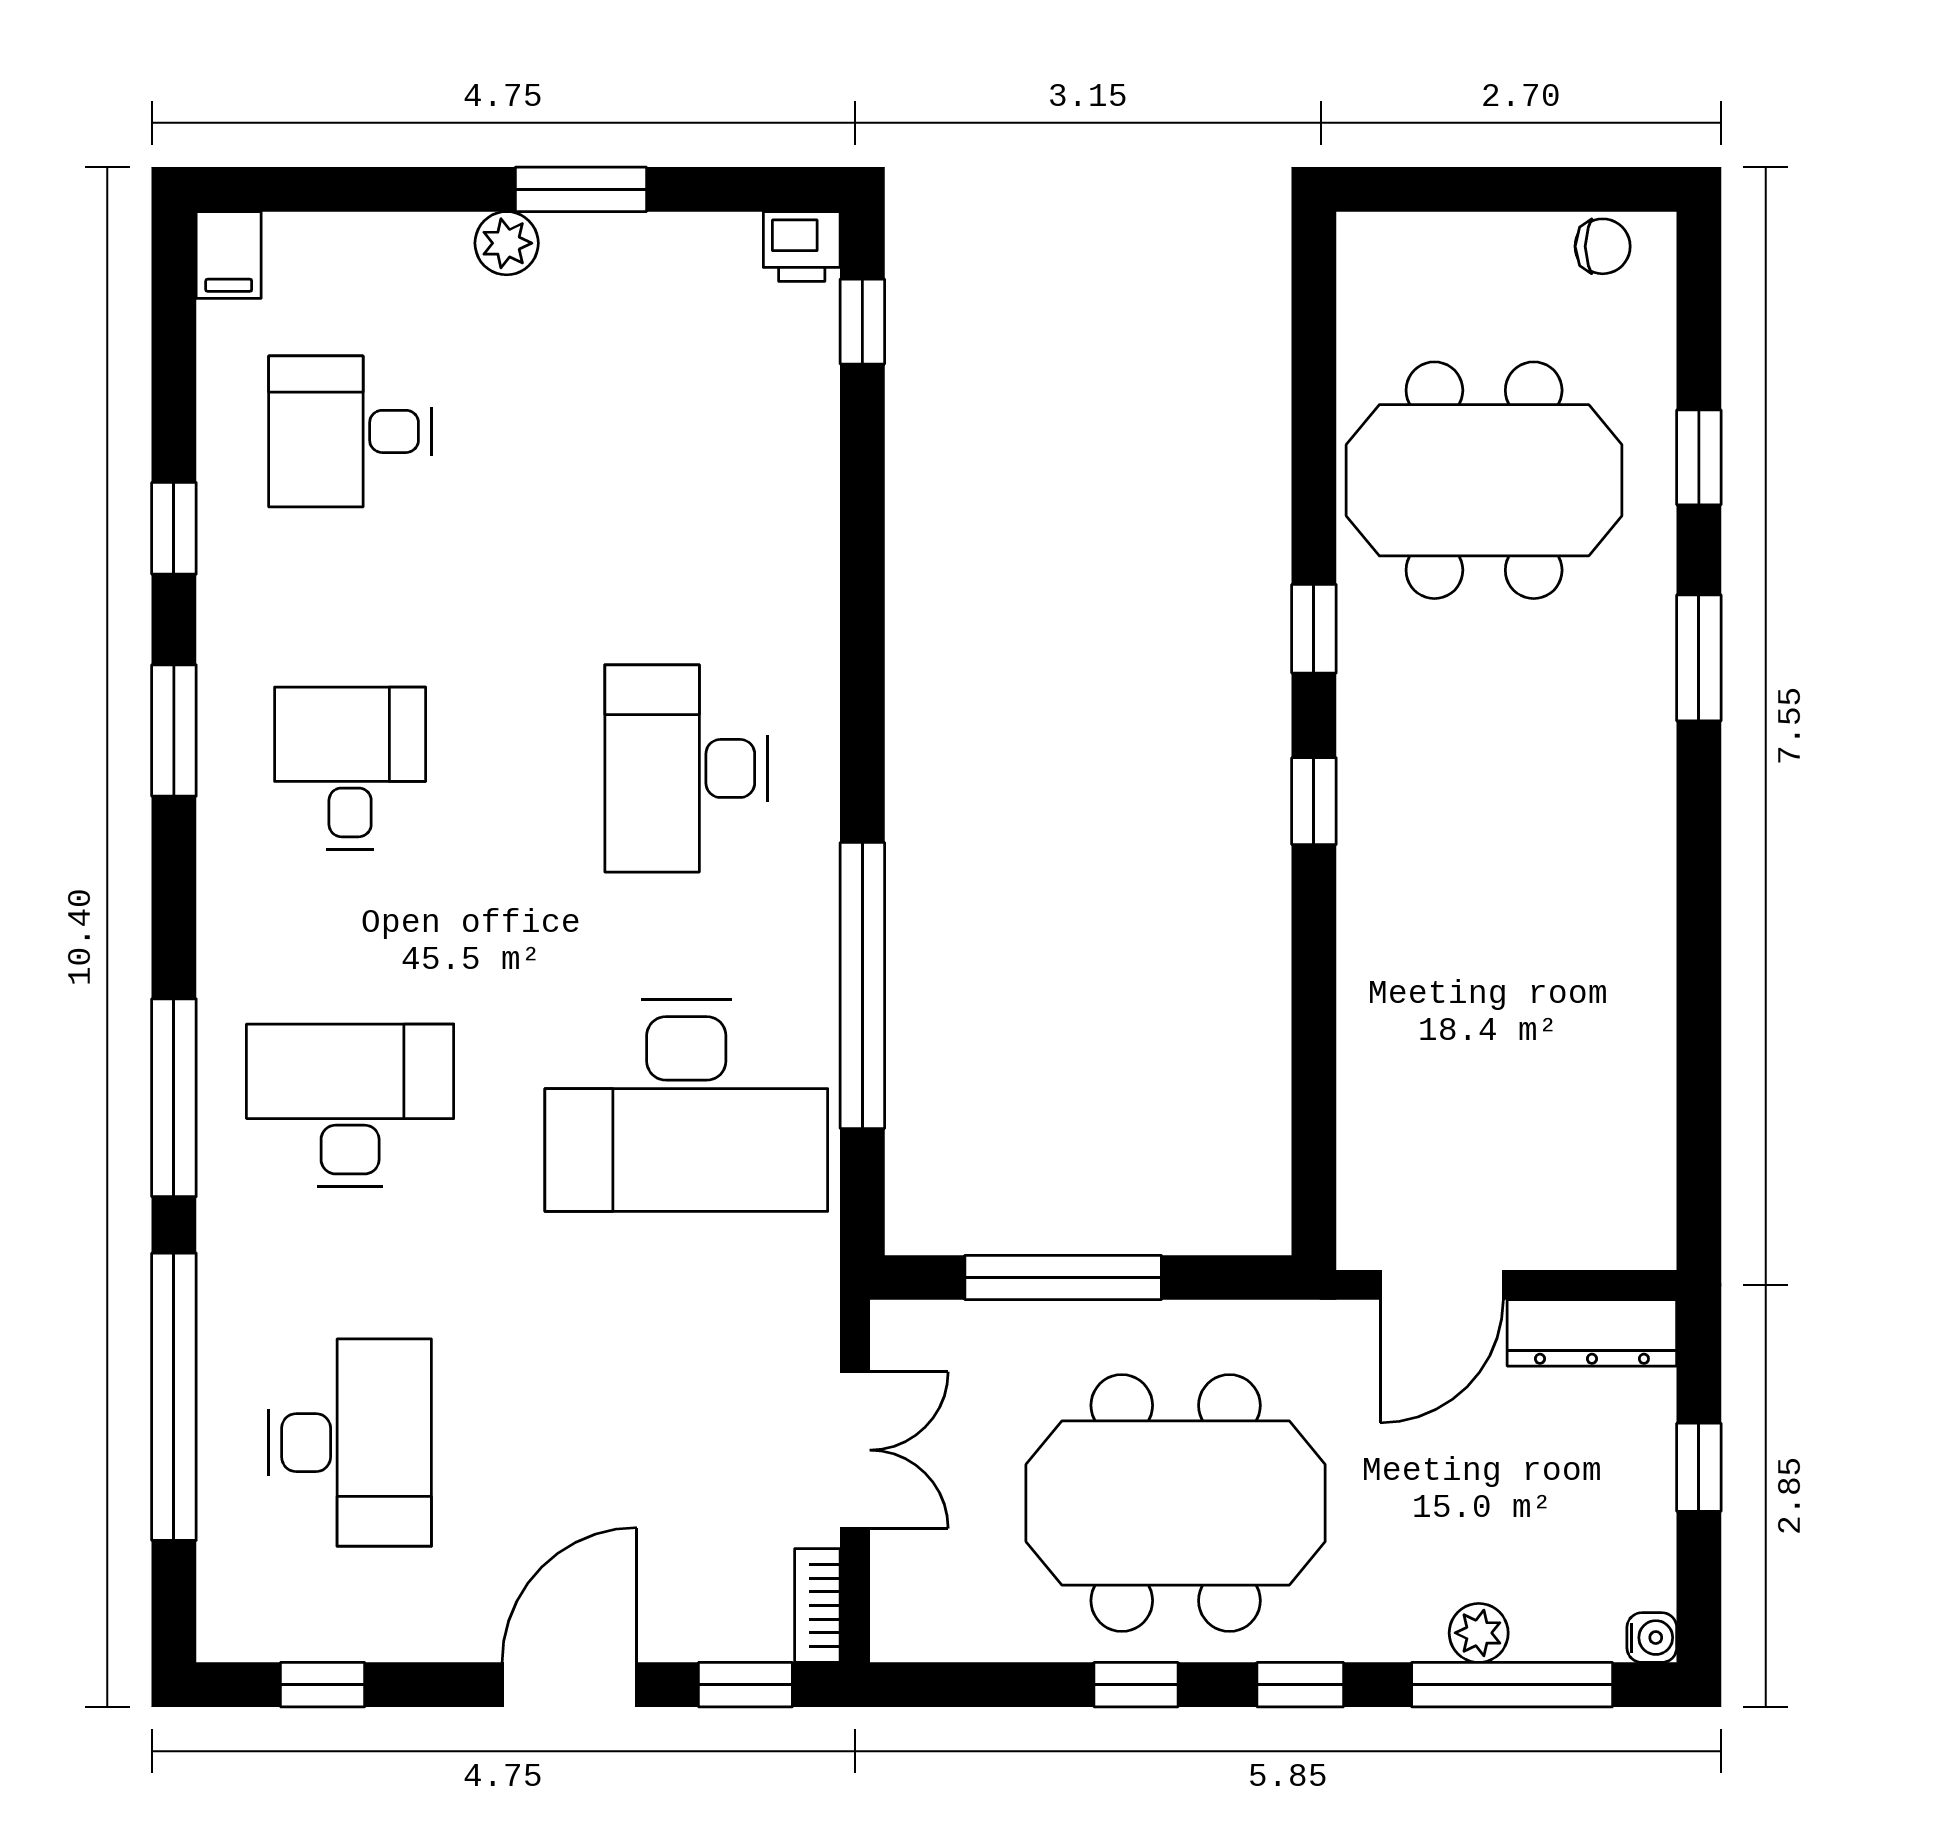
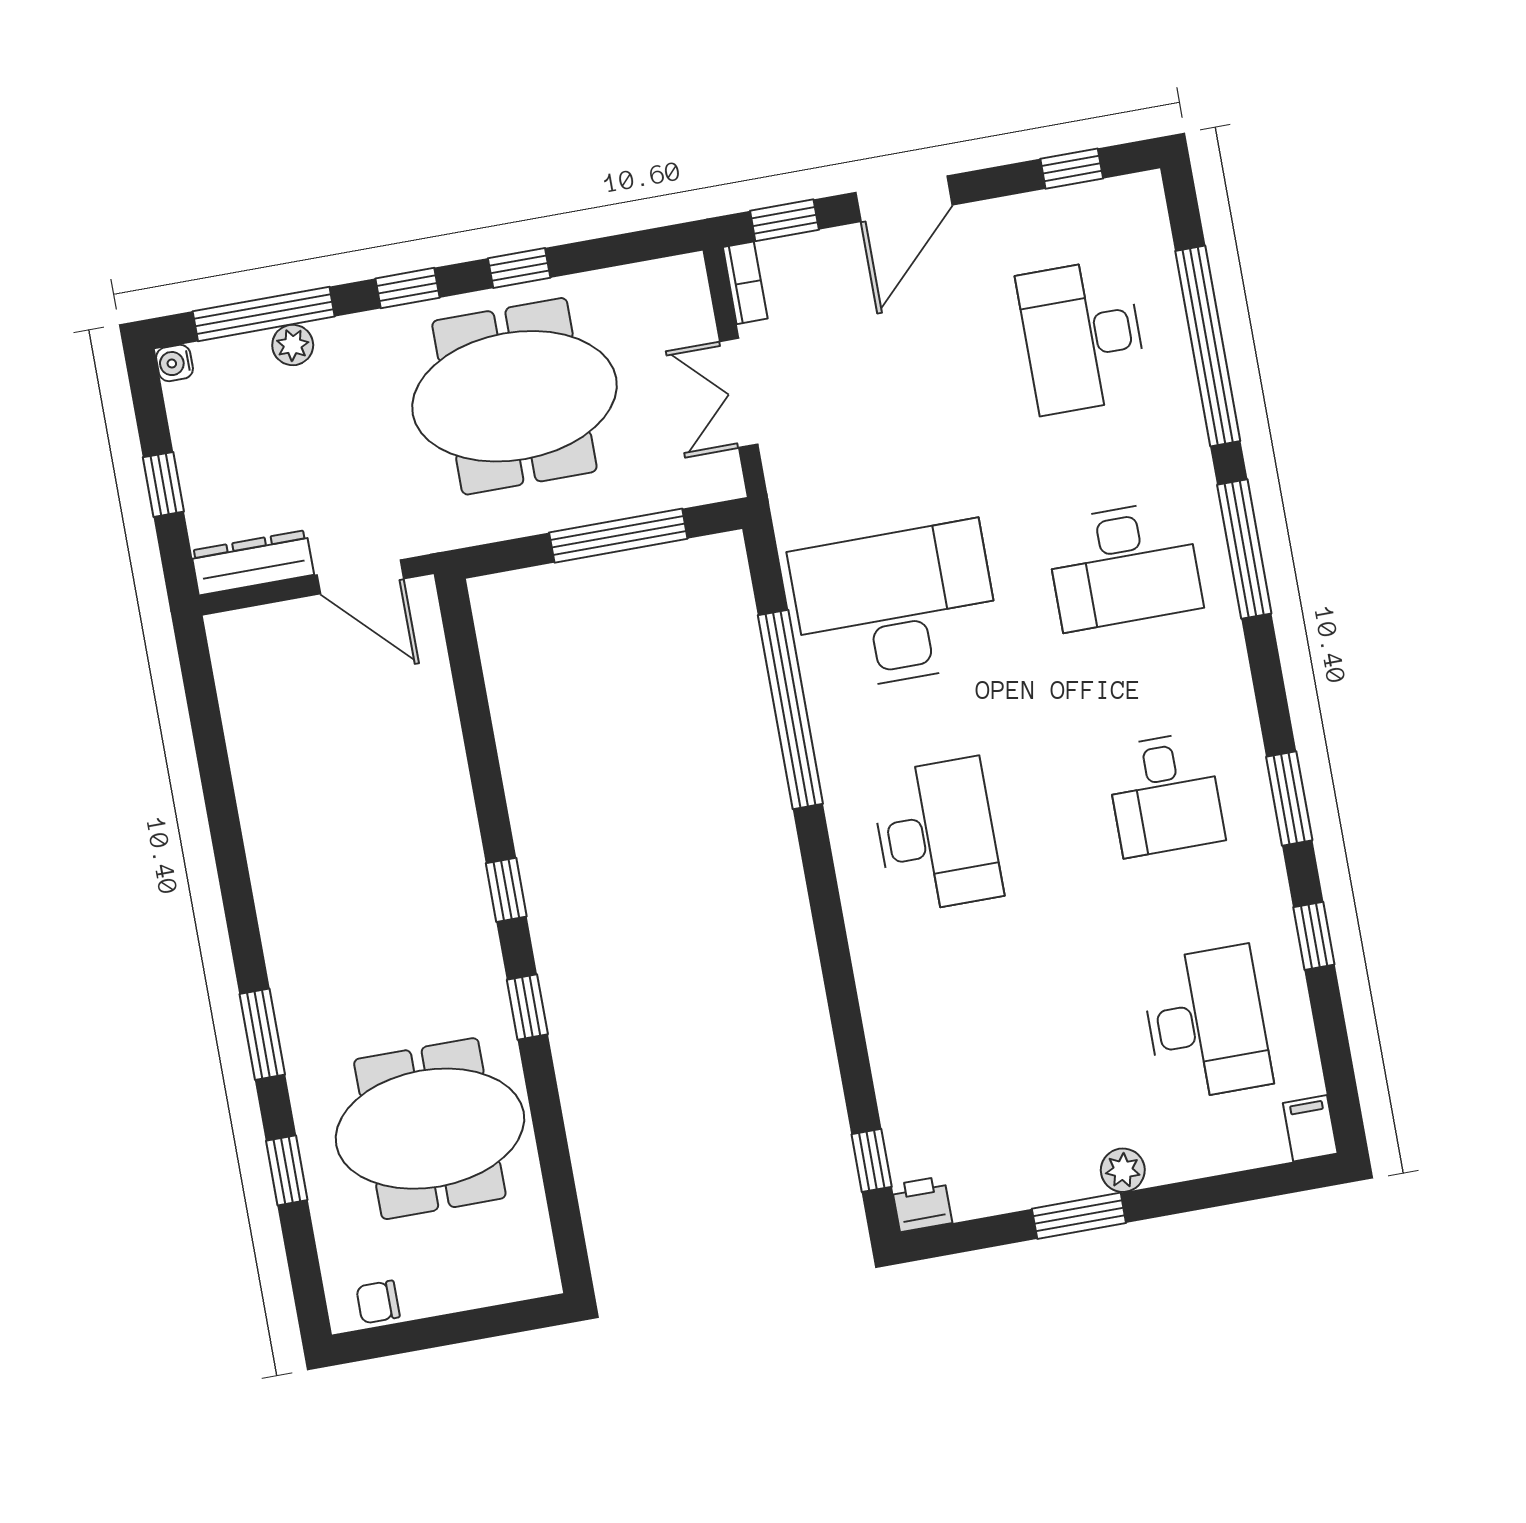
desk: (350, 431) -> (1206, 1023), width x1.37
door: (1442, 1285) -> (360, 577), swing flipped

